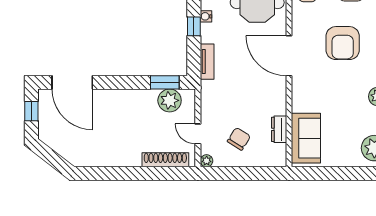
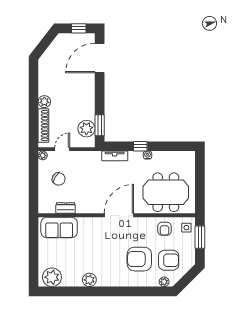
armchair: (343, 43) -> (139, 259), moved
plant: (132, 159) -> (44, 102), added

